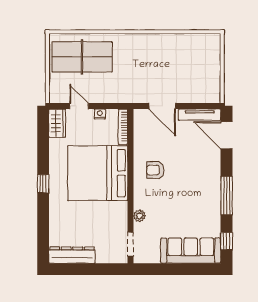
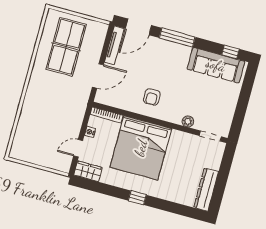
table tennis table: (82, 57) -> (66, 47), moved
window: (227, 196) -> (177, 37), moved
sofa: (191, 251) -> (216, 65), moved, turned -90

